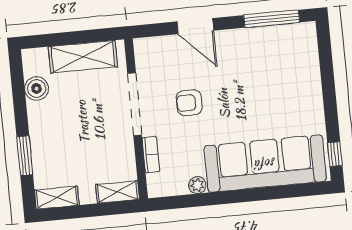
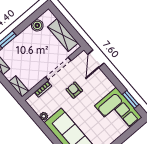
window: (272, 19) -> (131, 99), width x0.69
door: (195, 26) -> (96, 59), moved
corner sofa: (277, 54) -> (118, 112), added

